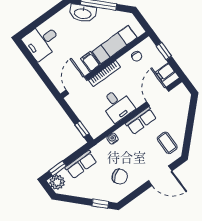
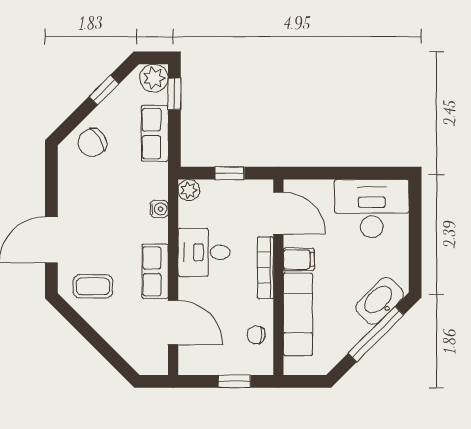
desk: (42, 41) -> (372, 209), width x1.37
filing cabinet: (165, 72) -> (201, 361), removed
window: (82, 129) -> (230, 173), moved
plant: (95, 132) -> (189, 190), added
chair: (120, 177) -> (92, 143), moved
window: (100, 204) -> (104, 90), moved

